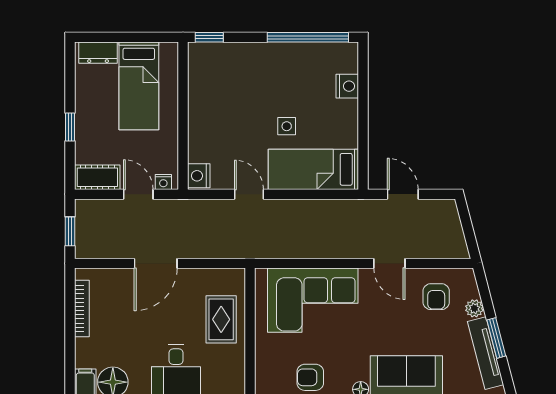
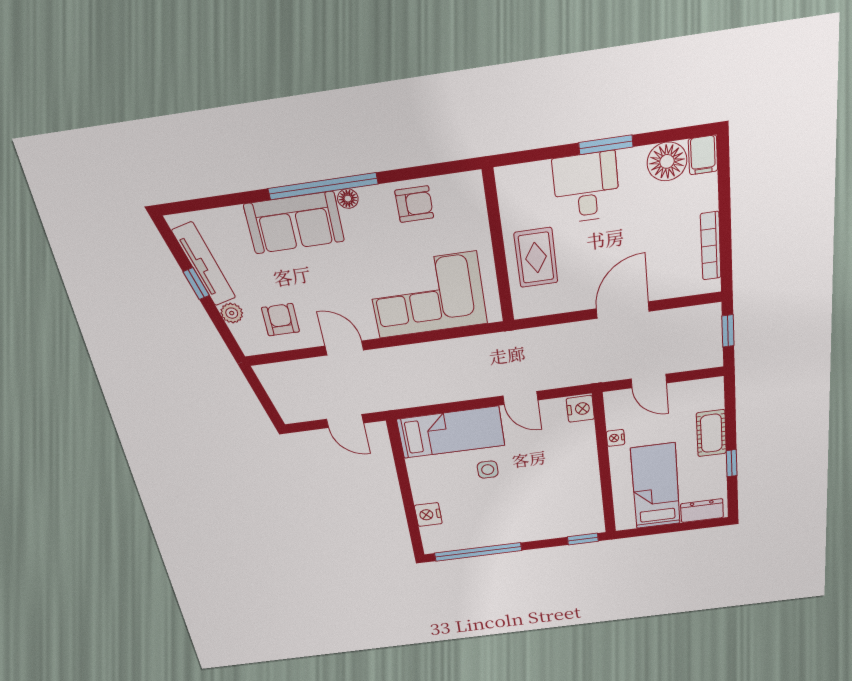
window: (70, 127) -> (732, 463), moved
cot: (97, 177) -> (711, 433), moved, turned 90
nightstand: (163, 182) -> (615, 438), moved, turned -90
window: (496, 338) -> (196, 284), width x0.67

